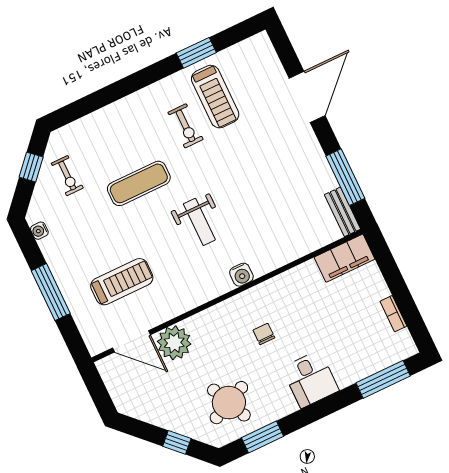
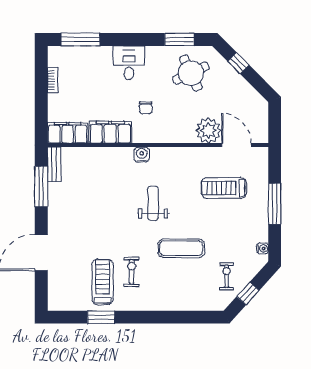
filing cabinet: (293, 284) -> (110, 132), added

